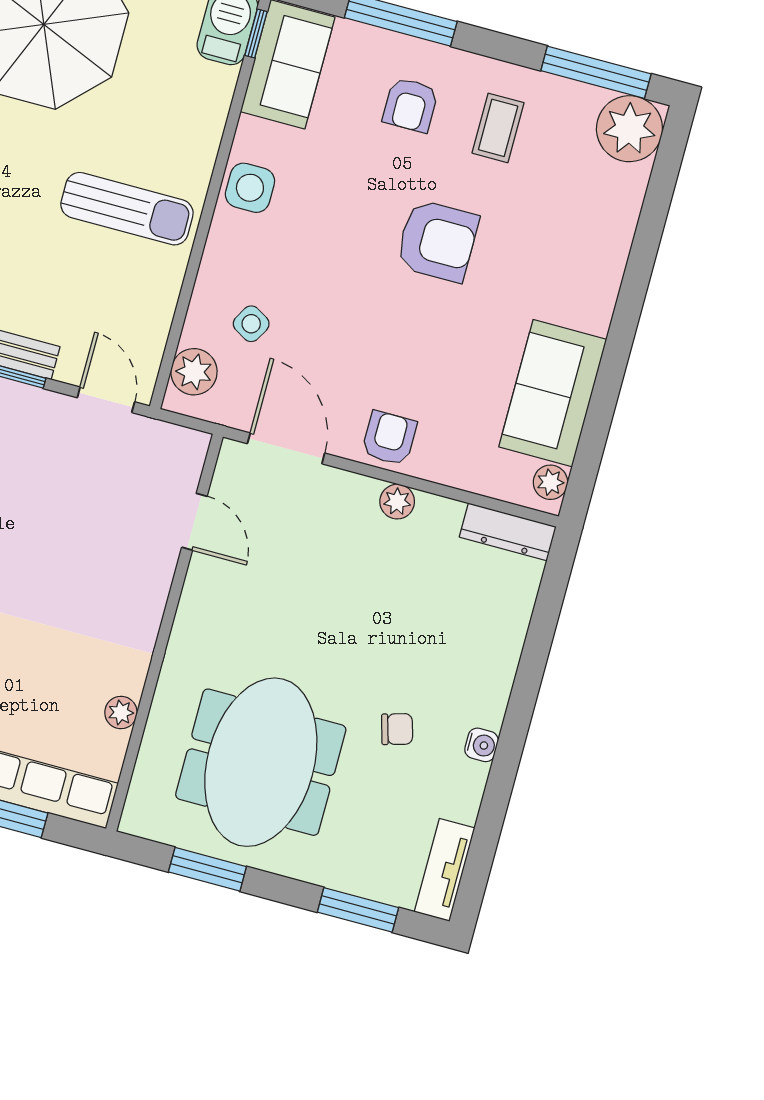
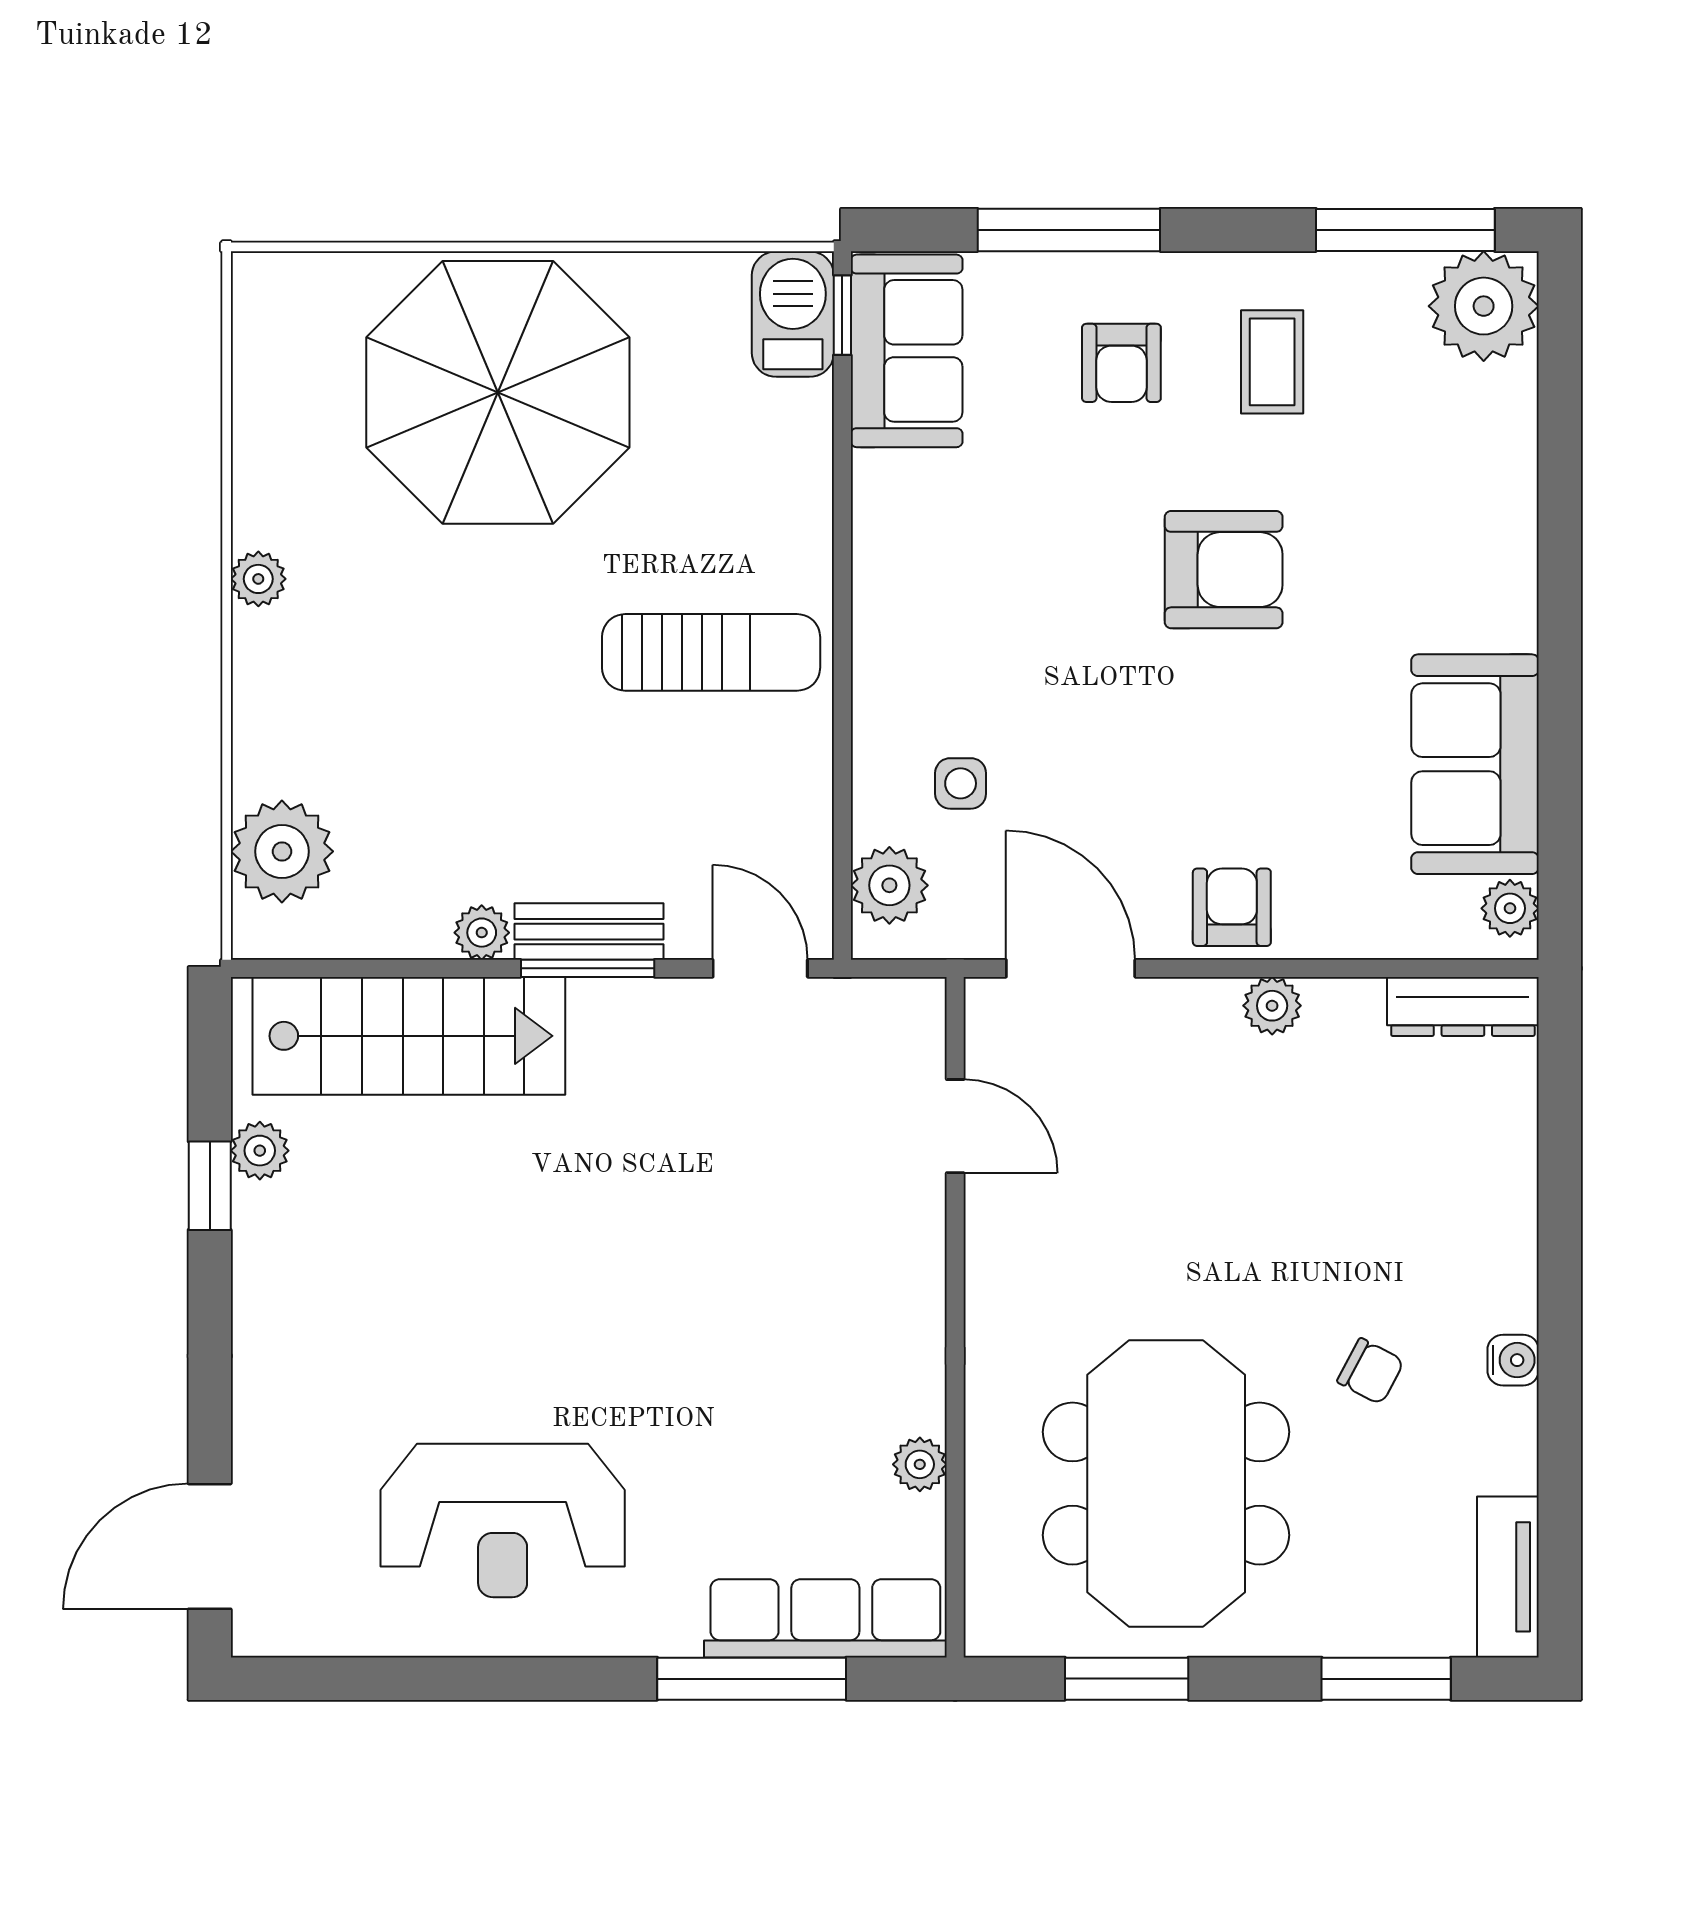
side table: (250, 188) -> (900, 565), removed
side table: (251, 324) -> (961, 783), turned -30
chair: (397, 729) -> (1371, 1371), turned 44

